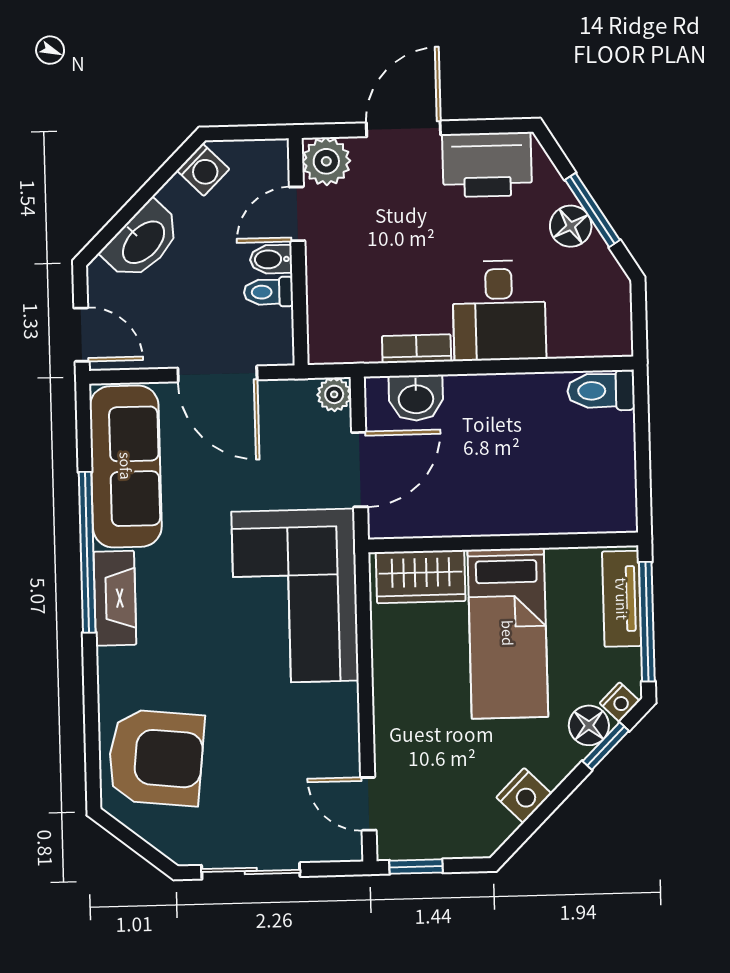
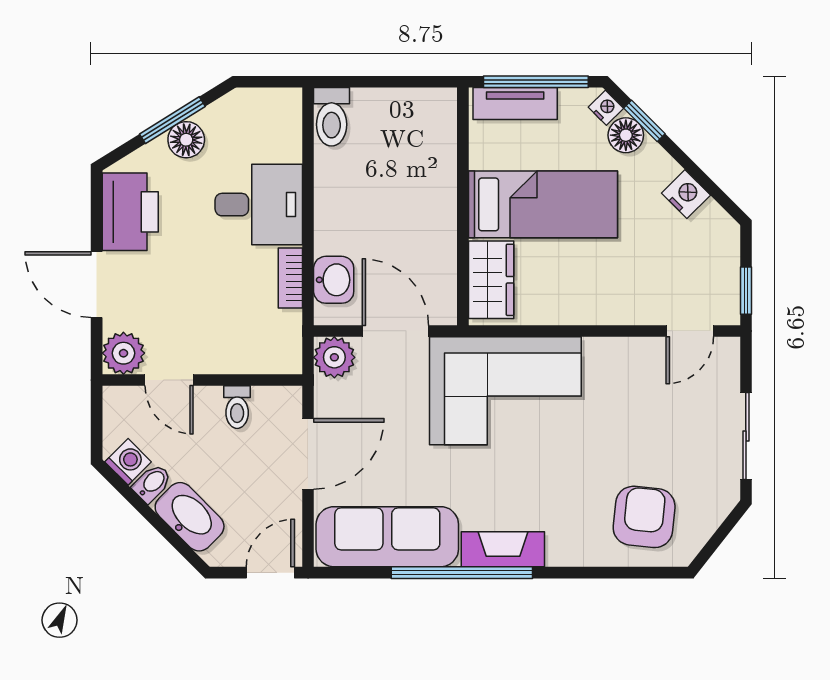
bidet: (271, 259) -> (152, 483), moved, turned -135
plant: (334, 394) -> (334, 357), width x1.38, depth x1.38
armchair: (156, 758) -> (644, 517), width x0.73, depth x0.73

